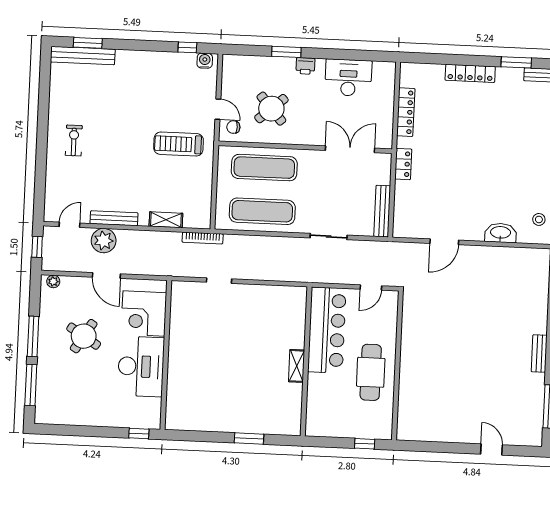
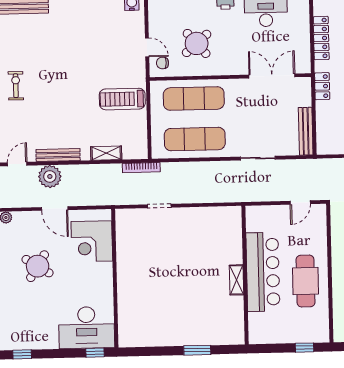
treadmill: (179, 144) -> (122, 99), moved
bar counter: (327, 330) -> (263, 272), moved
desk: (141, 366) -> (87, 328), moved, turned 90
window: (60, 430) -> (22, 354), added

